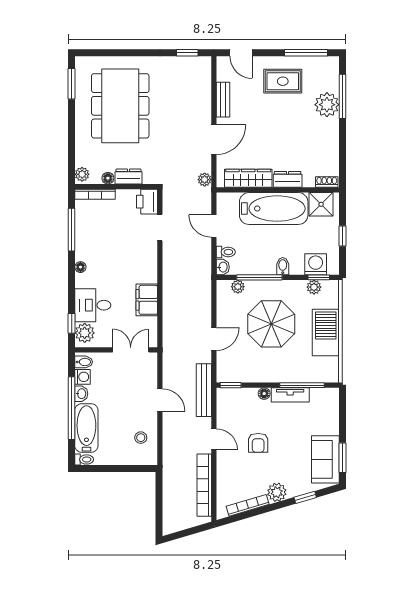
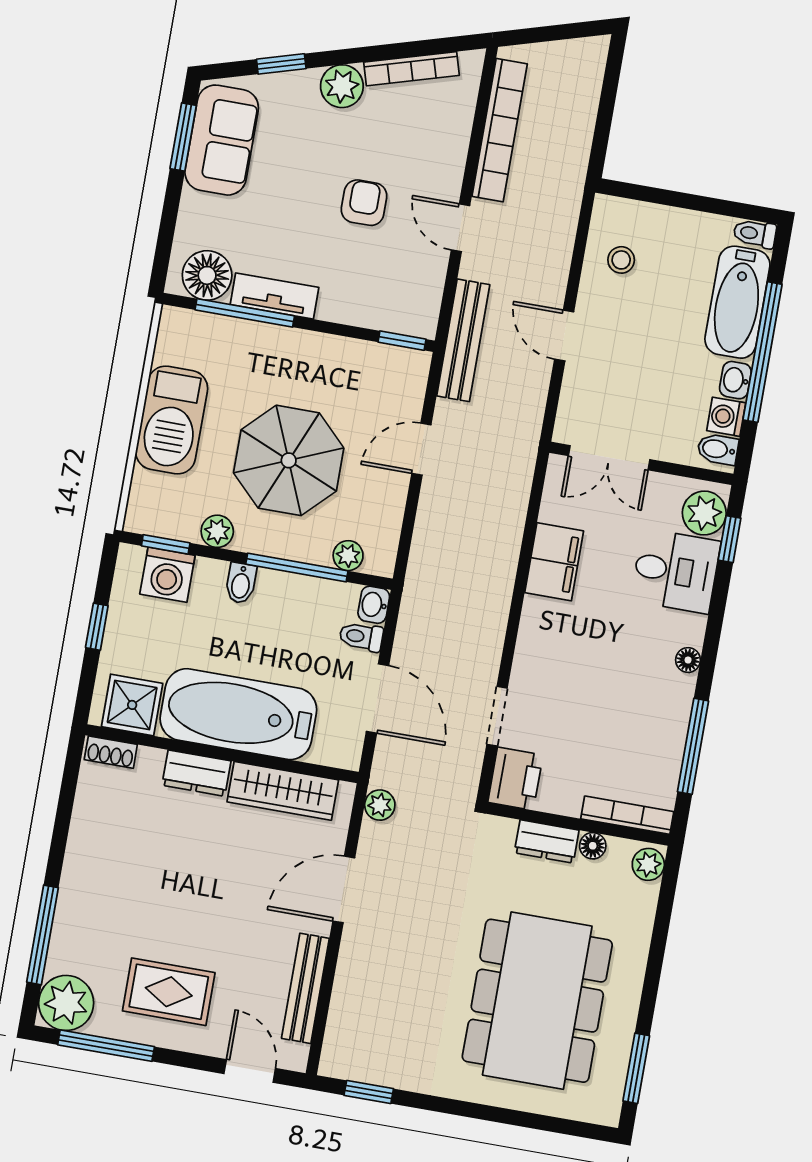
bench: (223, 100) -> (305, 988), width x1.36
plant: (327, 105) -> (66, 1003), moved
door: (214, 226) -> (377, 699), width x1.38
plant: (314, 287) -> (217, 531), moved
floor lamp: (264, 394) -> (207, 275), moved, width x1.89, depth x1.89

